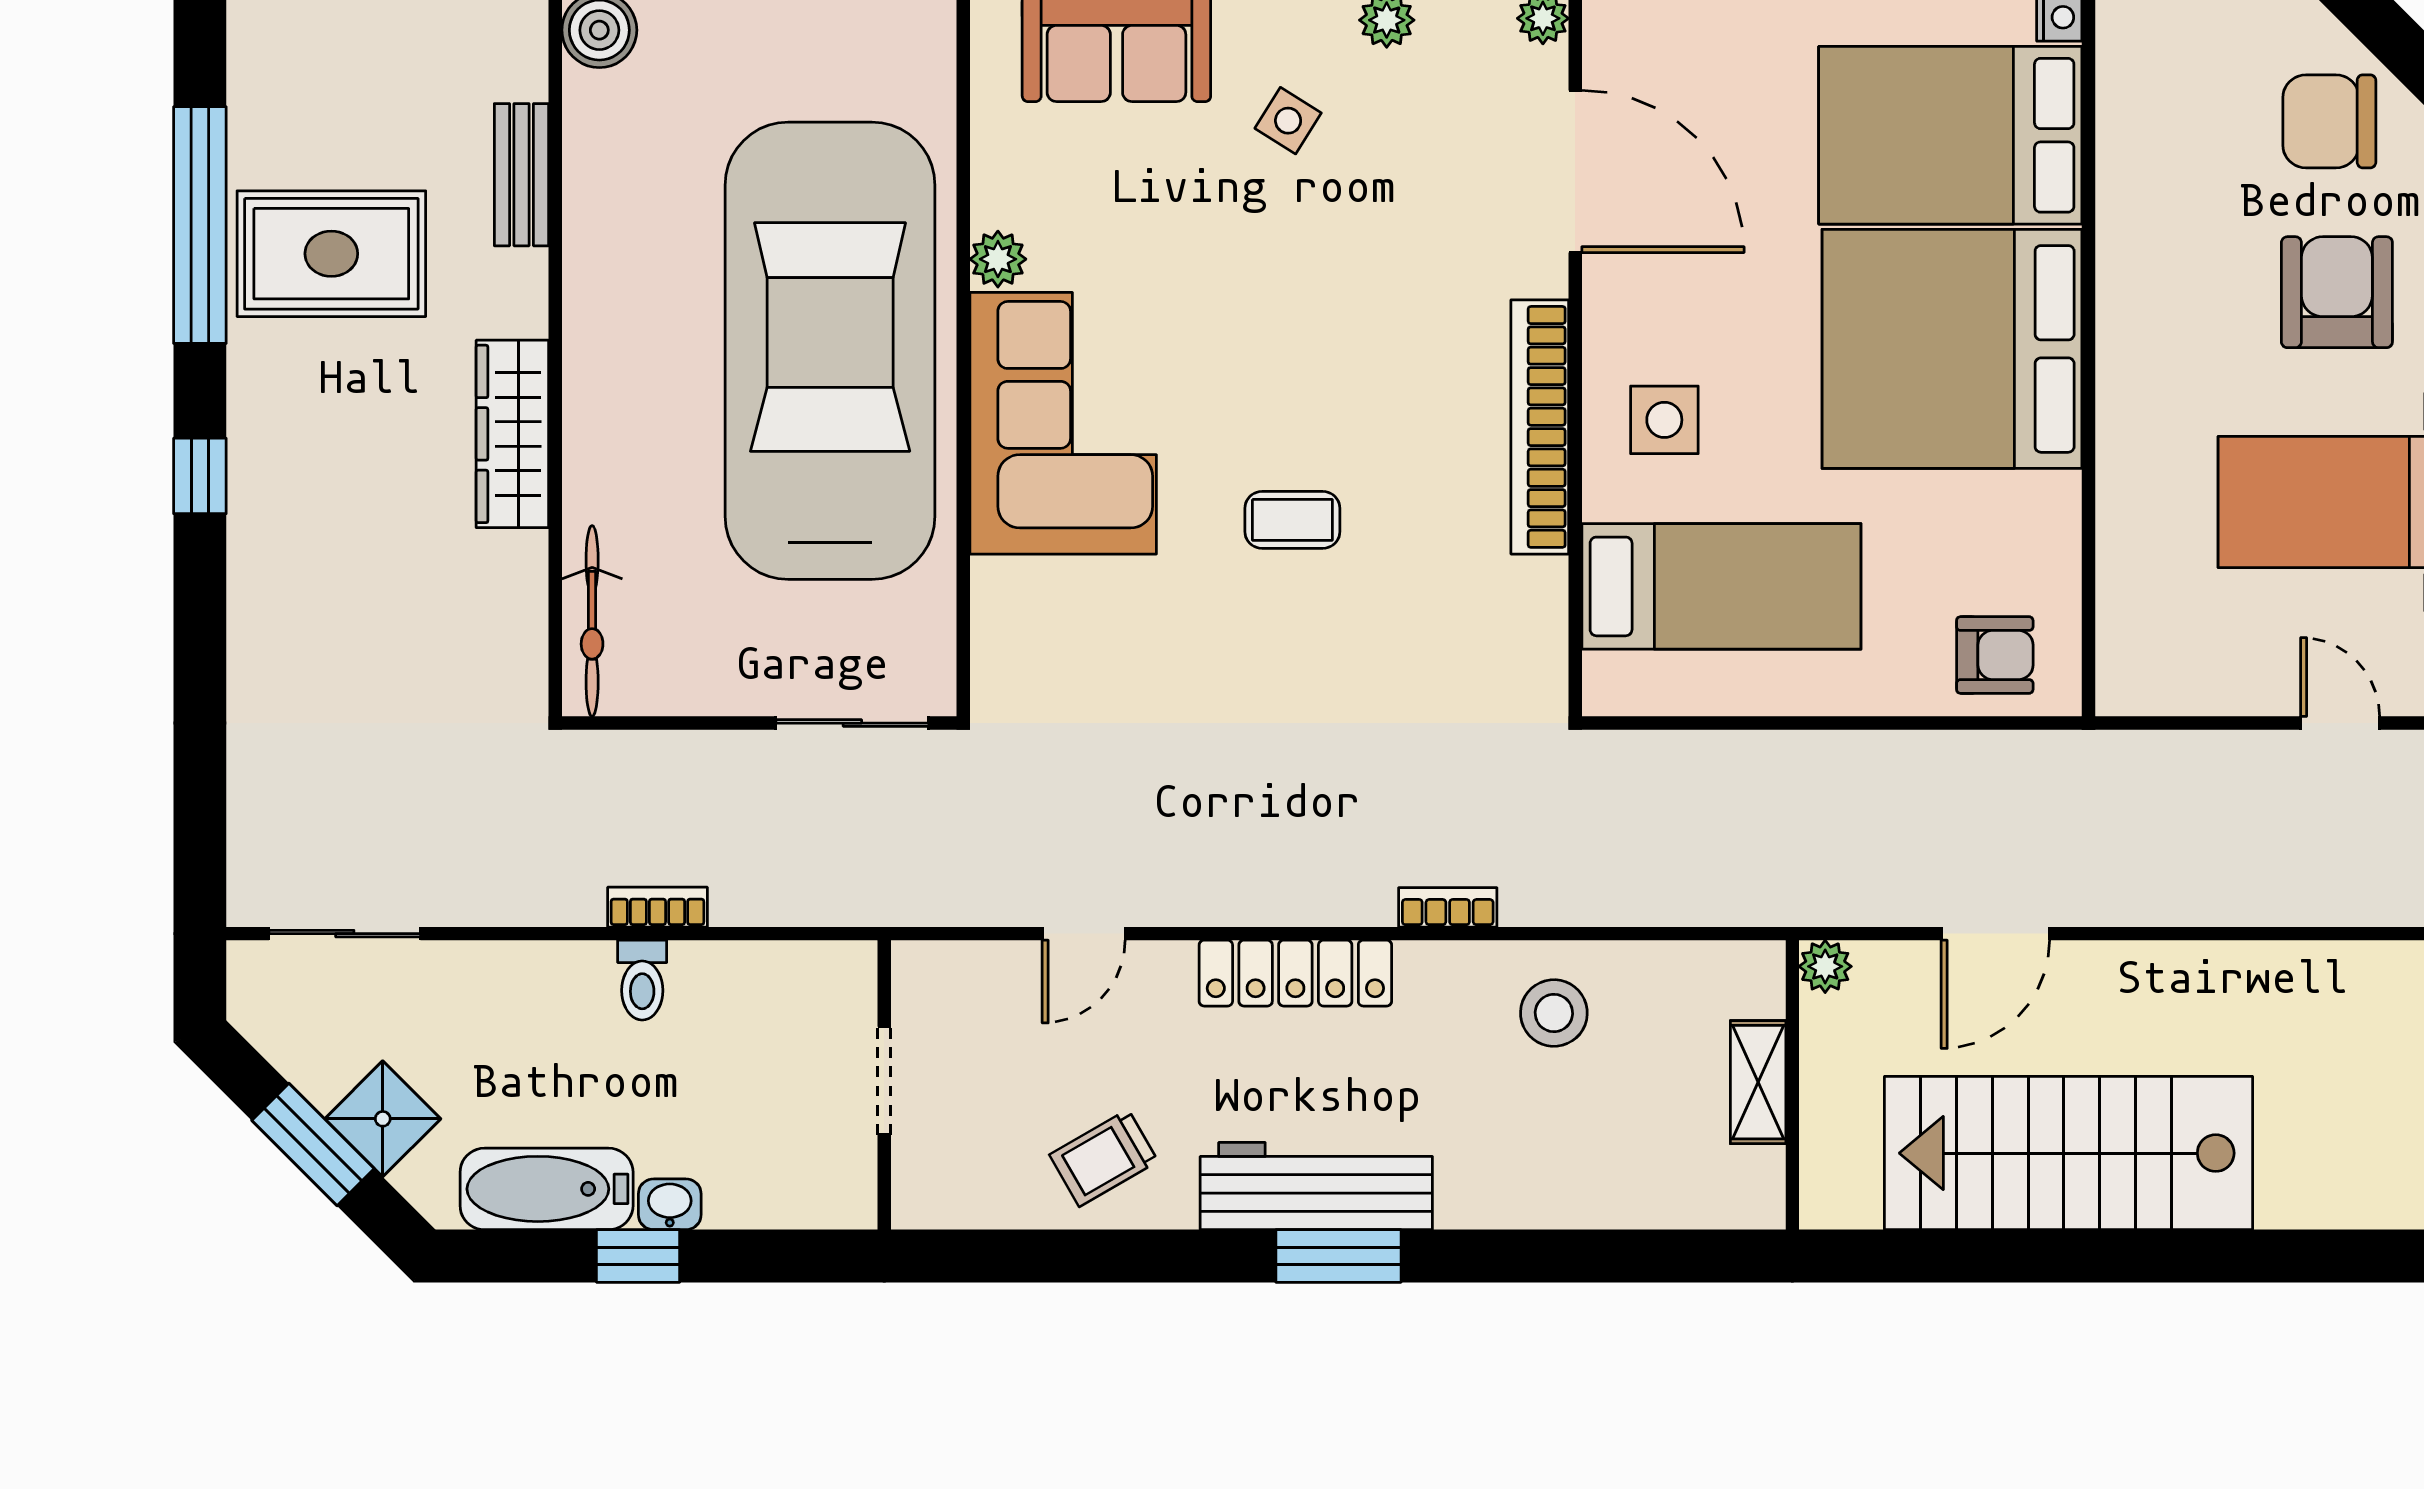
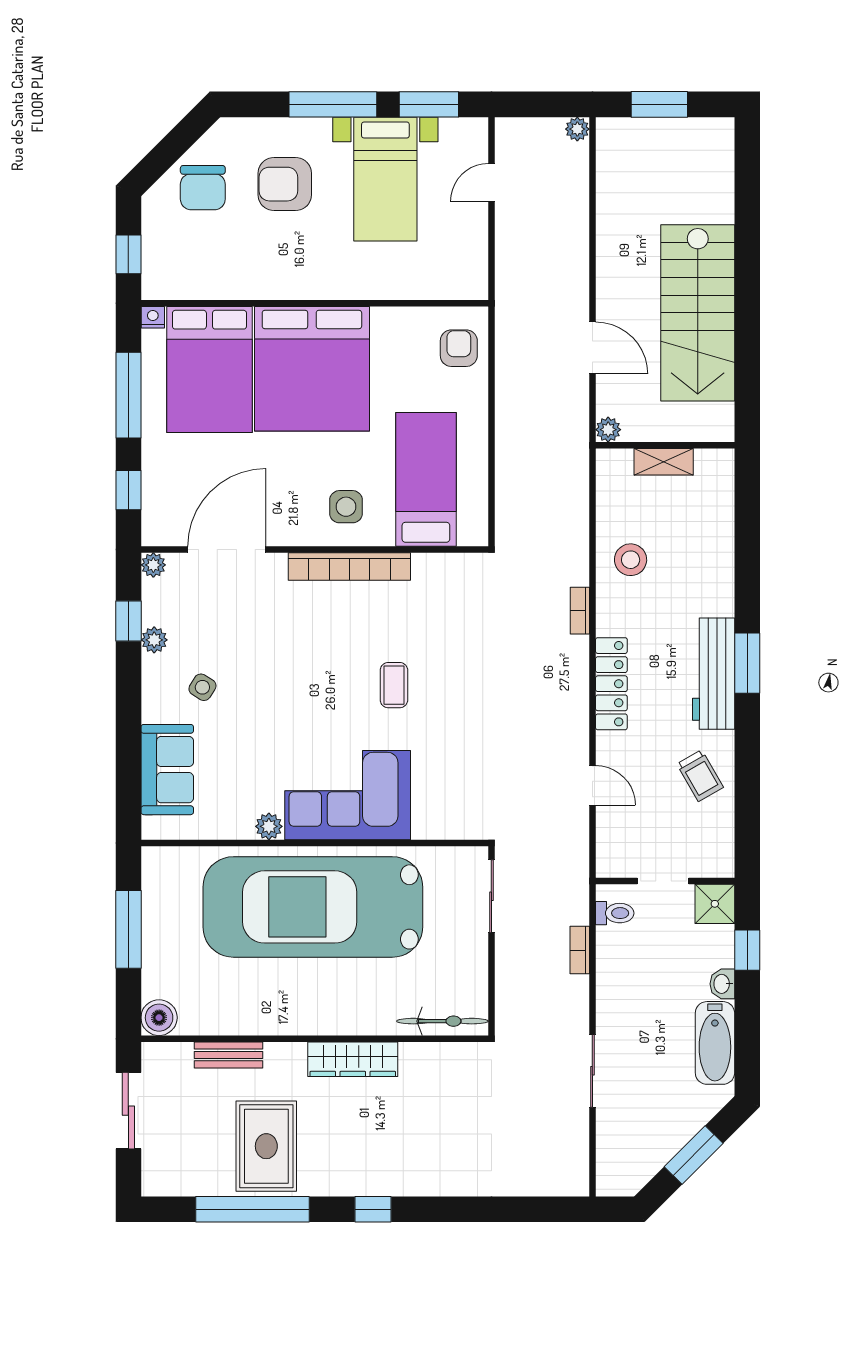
bookcase: (657, 907) -> (580, 950), moved
sliding door: (345, 934) -> (592, 1071), moved
toilet: (642, 980) -> (615, 913), moved
shower: (383, 1119) -> (715, 904), moved, turned 45
window: (638, 1256) -> (747, 950), moved

